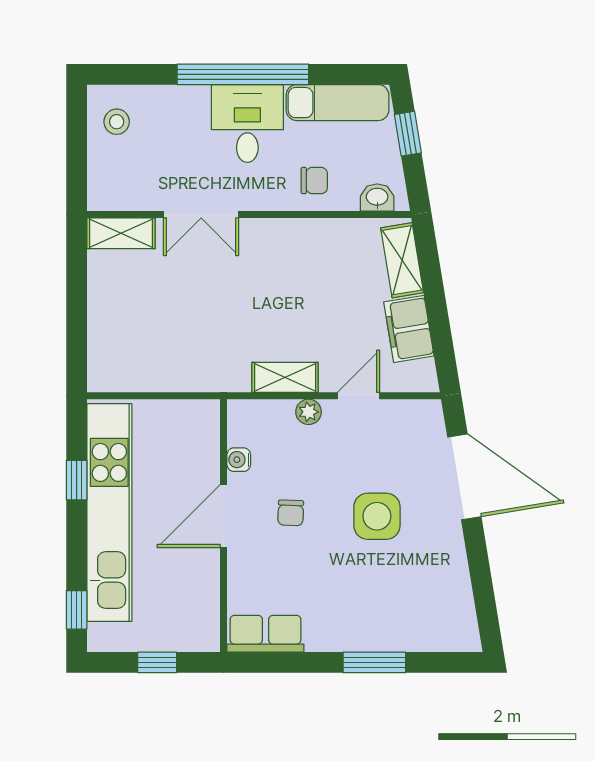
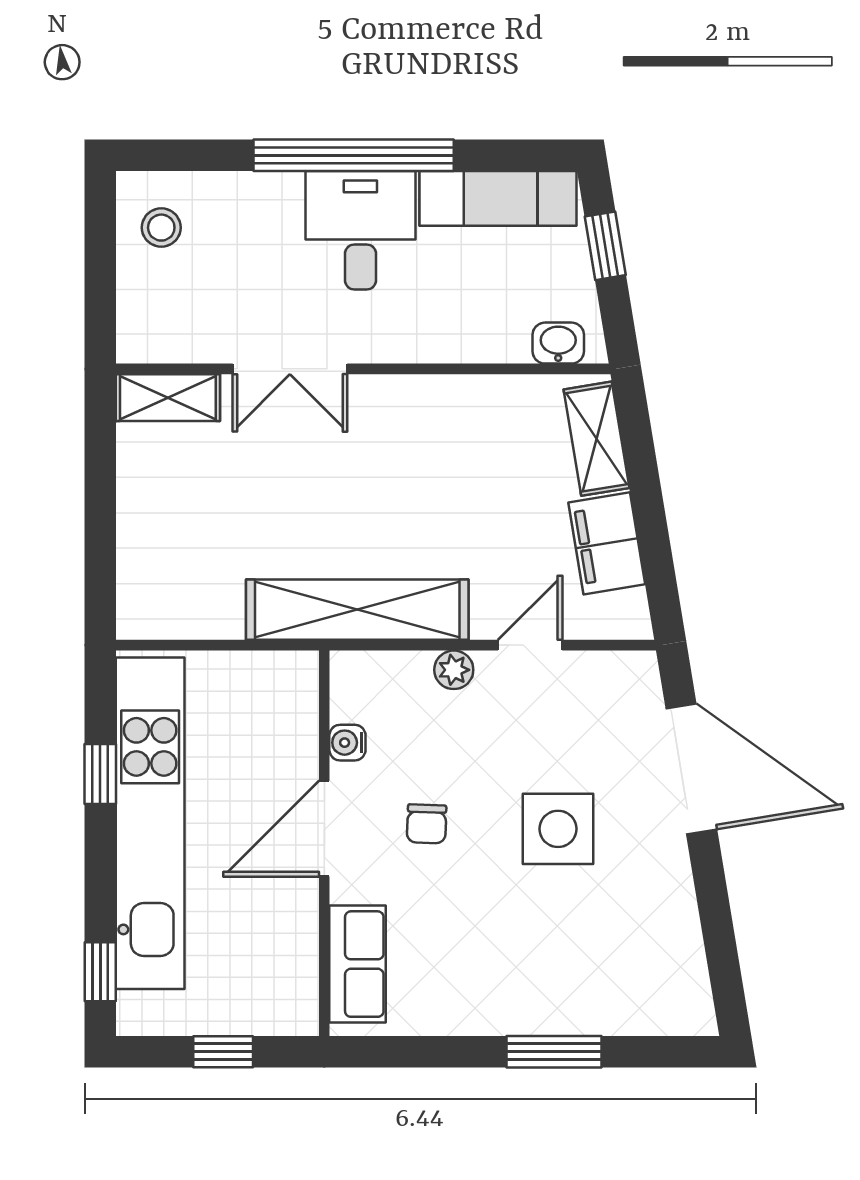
chair: (314, 181) -> (463, 317), removed
shelving: (285, 377) -> (357, 610), width x2.20, depth x1.33
row of seats: (265, 634) -> (358, 964), moved, turned 90

